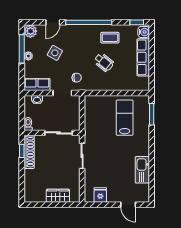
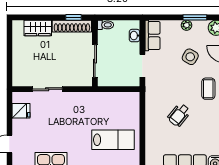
coffee table: (110, 38) -> (208, 89), moved
window: (22, 49) -> (195, 17), width x0.69
chair: (77, 78) -> (161, 83), removed
sliding door: (82, 156) -> (47, 89), moved
wardrobe: (58, 196) -> (38, 28), moved, turned 90

